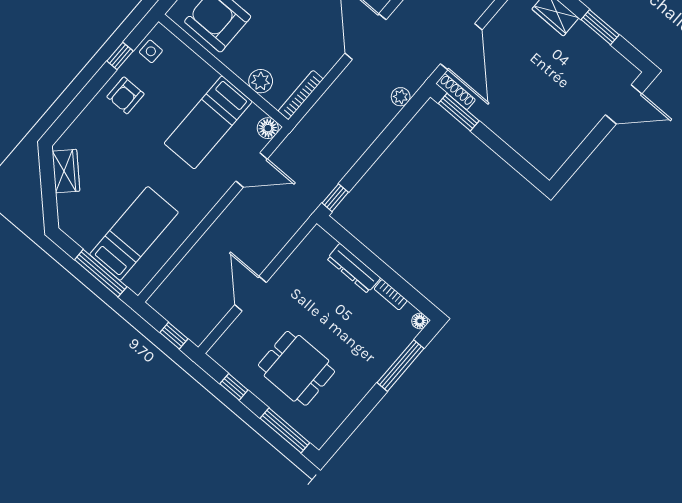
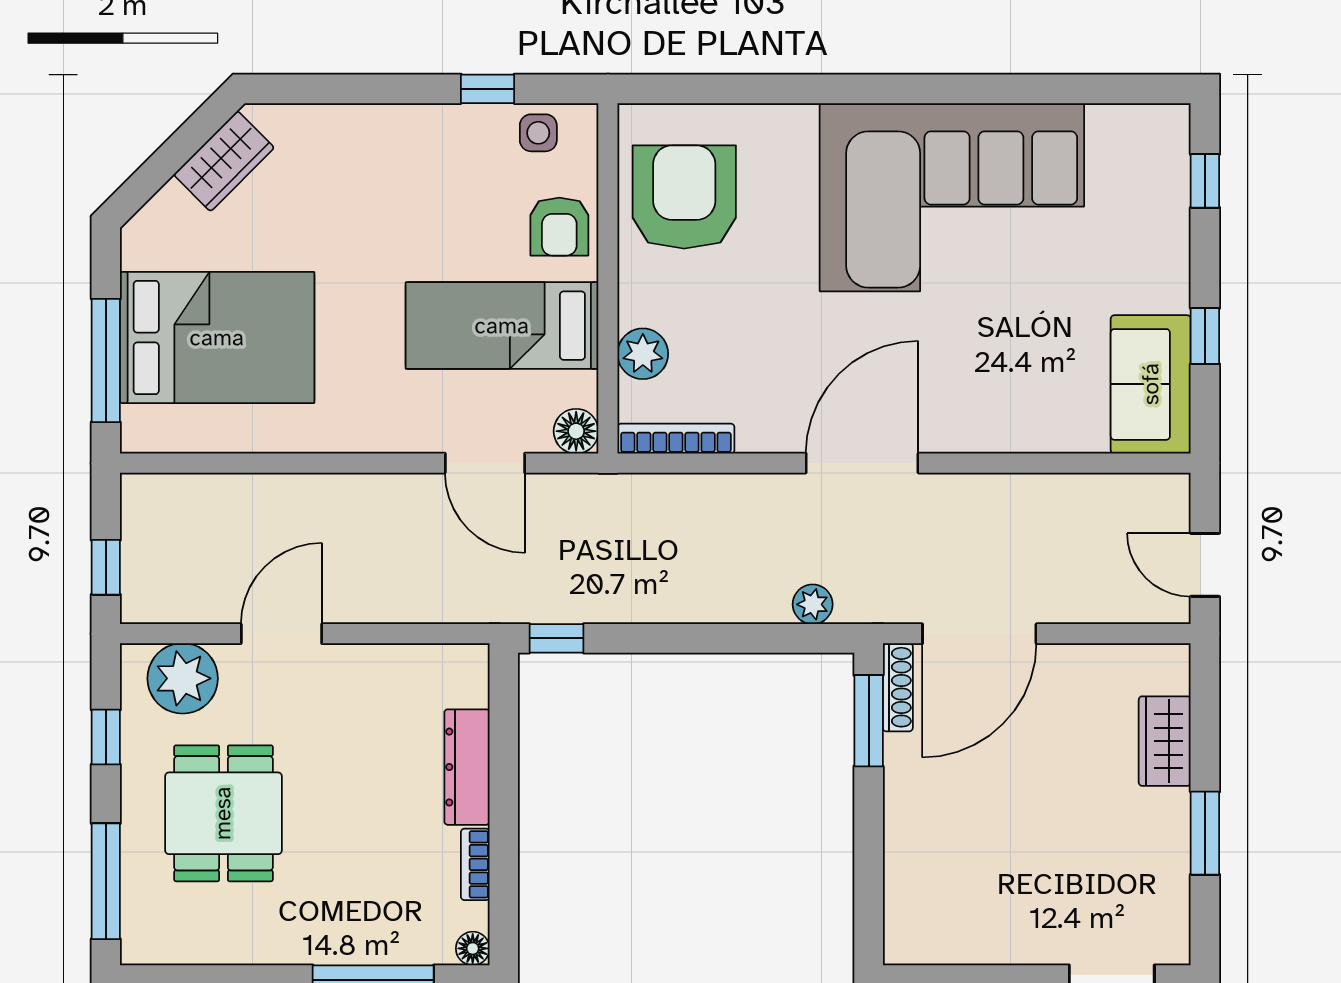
armchair: (125, 95) -> (559, 227), moved, turned -90
bed: (134, 233) -> (217, 338), width x1.50
plant: (236, 342) -> (183, 678), added

